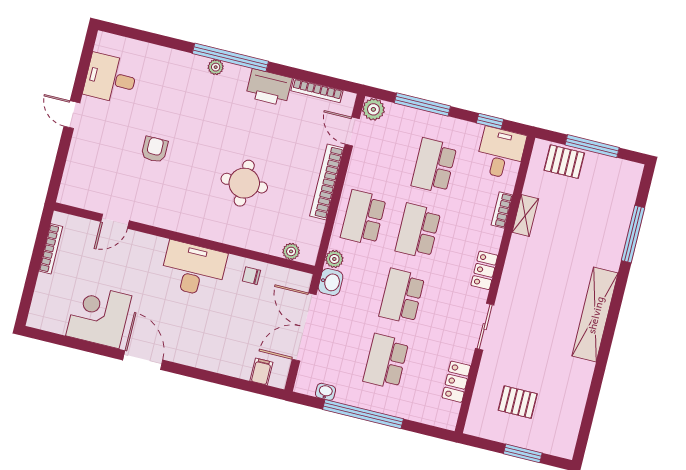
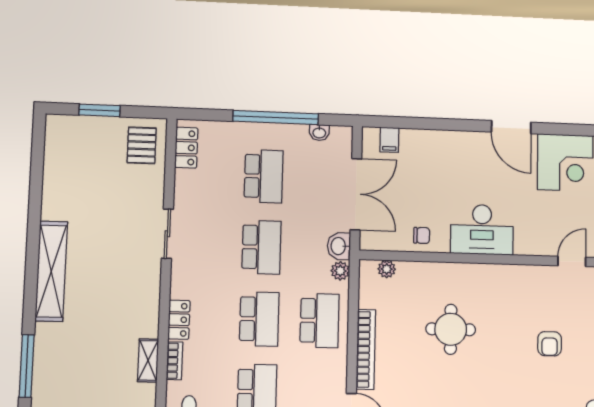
locker: (484, 270) -> (179, 320), moved
locker: (456, 382) -> (186, 148), moved
pallet: (518, 402) -> (142, 145), moved, turned 90

